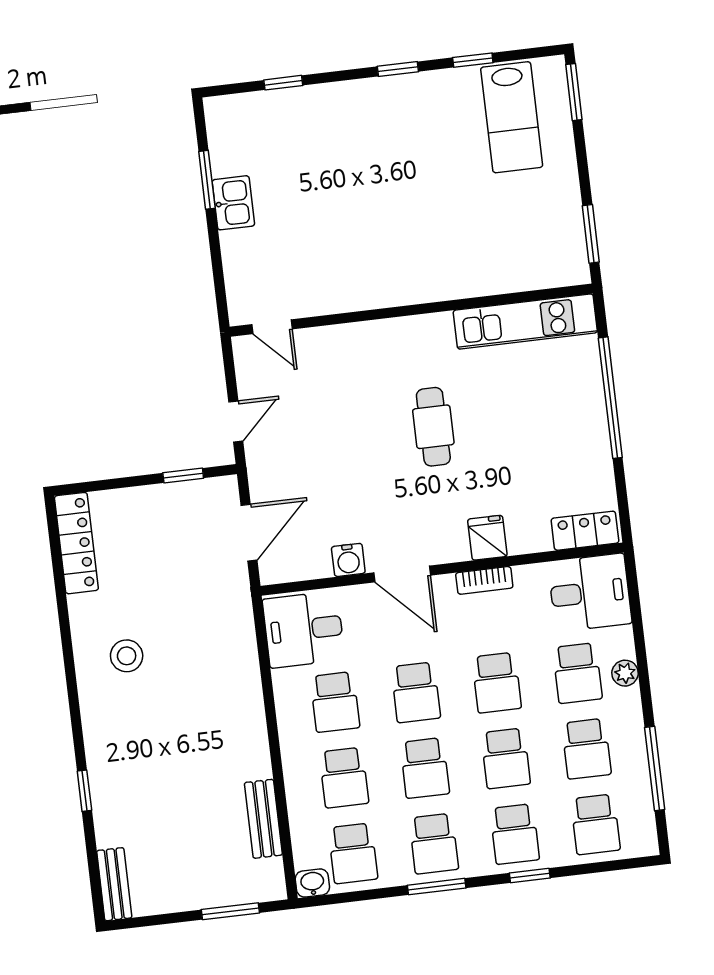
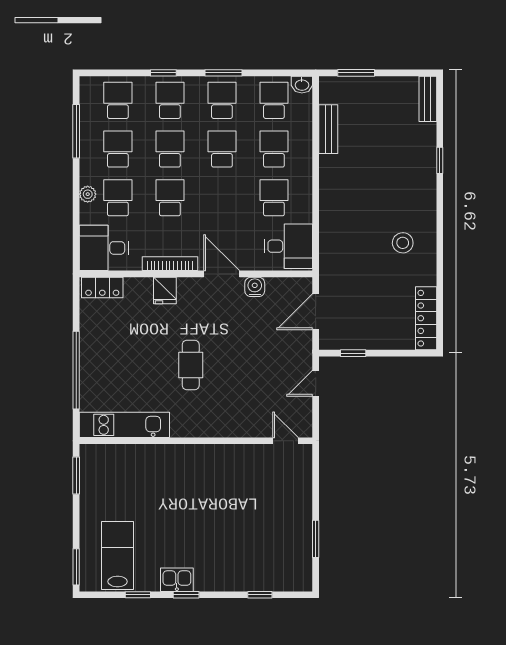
kitchen sink: (233, 203) -> (177, 580), moved, turned 90
bookcase: (484, 580) -> (170, 264), width x1.56
school desk: (416, 692) -> (222, 198), removed

